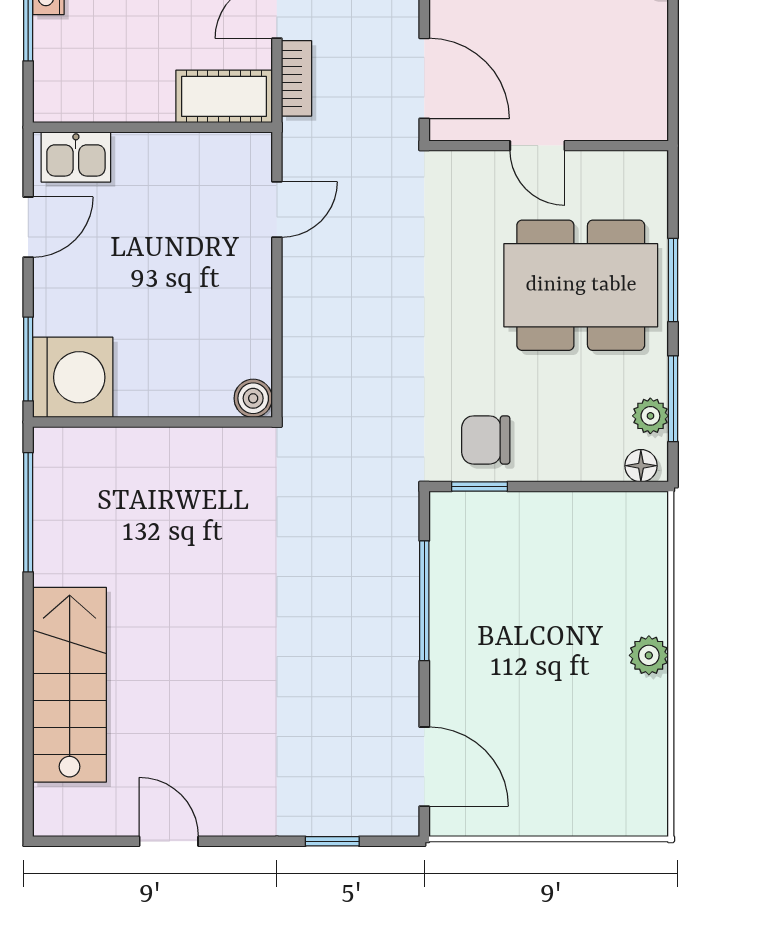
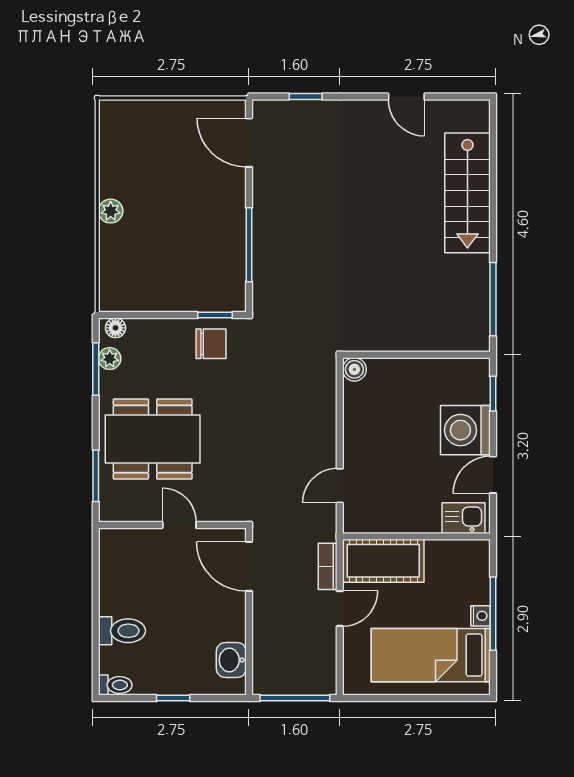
cot: (224, 96) -> (383, 561), width x1.37, depth x1.34
window: (673, 280) -> (96, 476), moved
window: (28, 359) -> (493, 394), width x0.67
washing machine: (73, 377) -> (465, 430), moved

